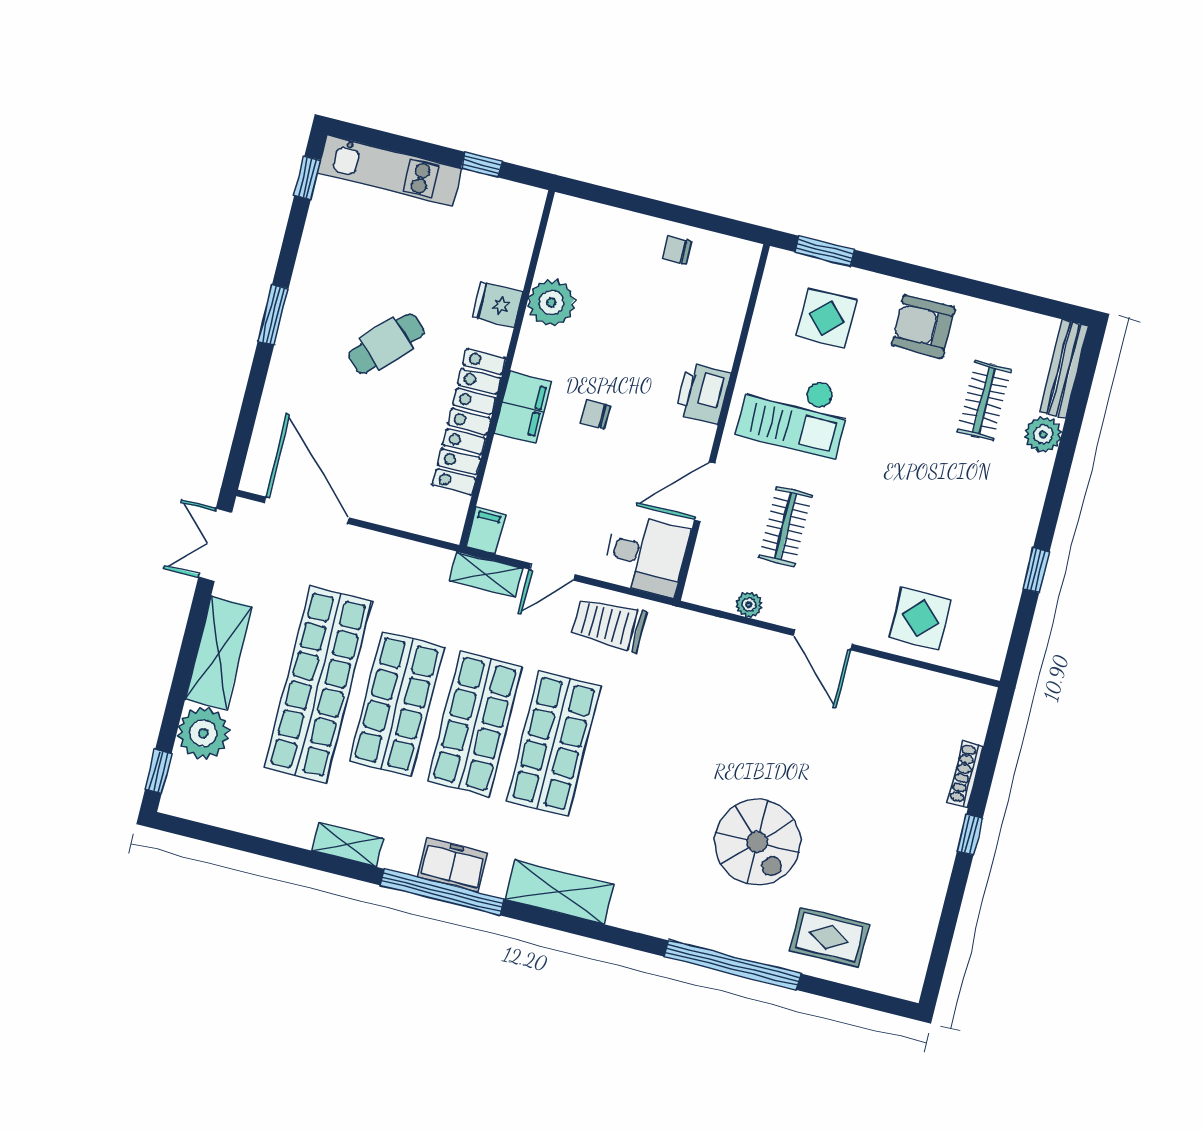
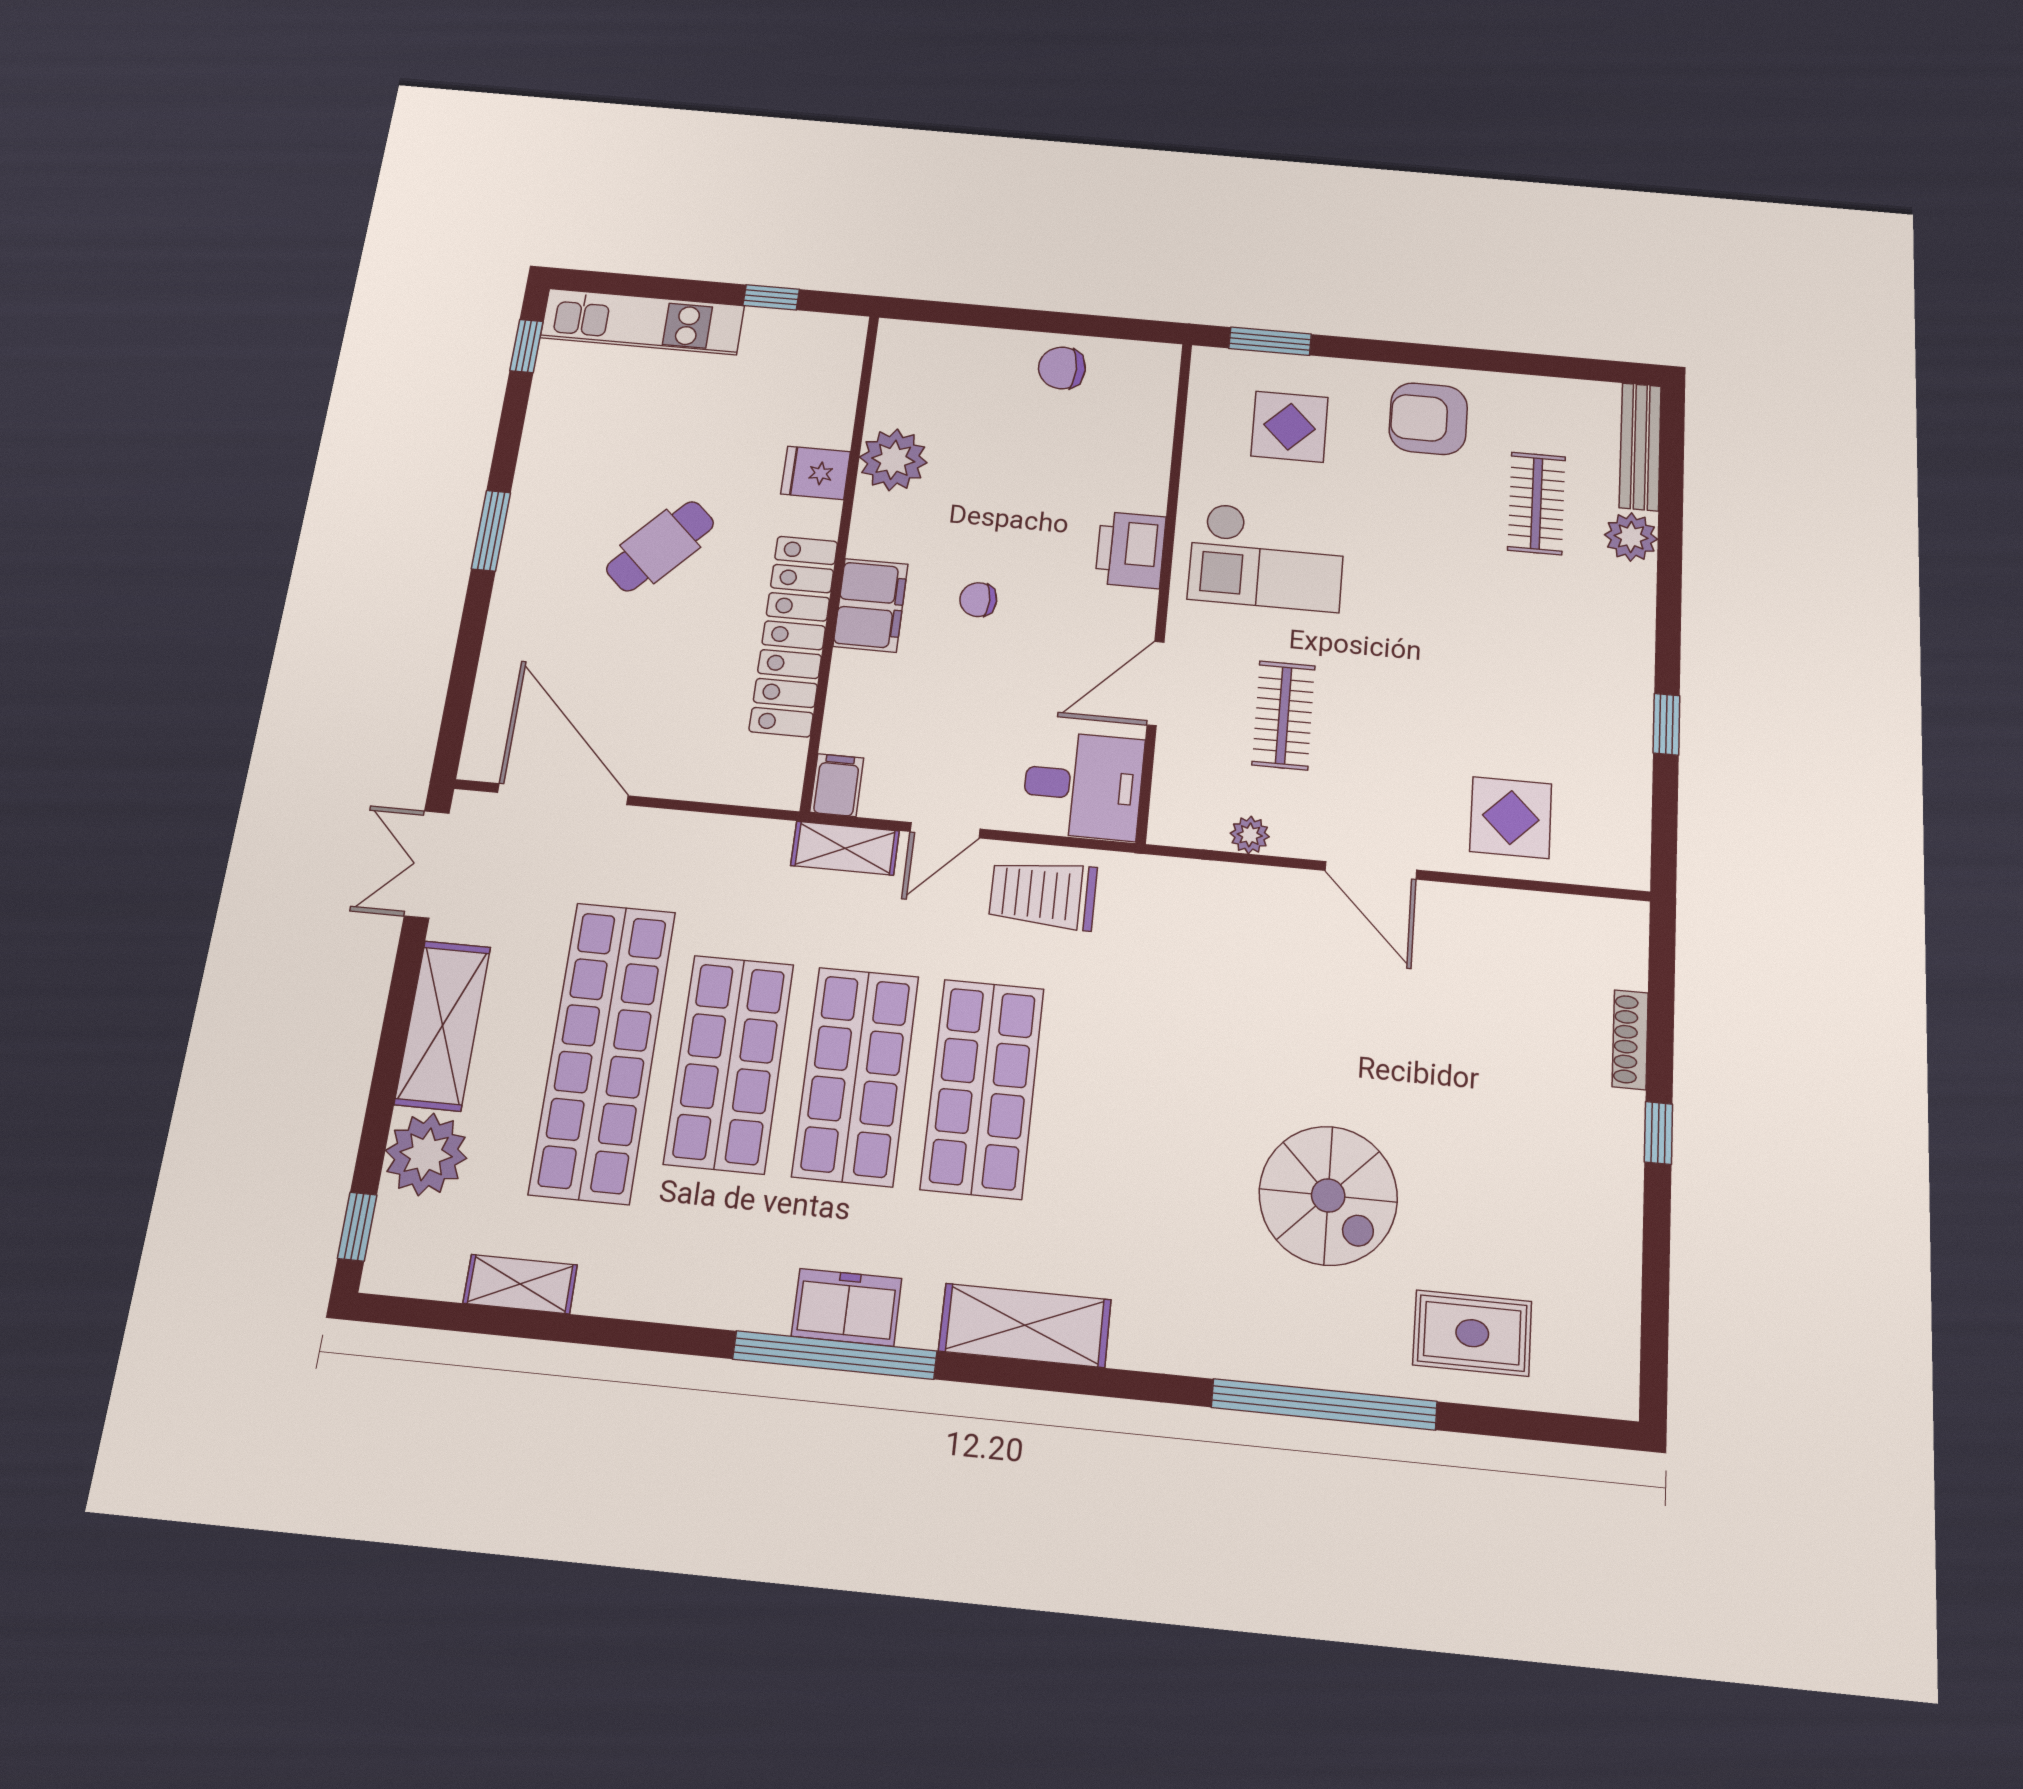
chair: (677, 250) -> (1062, 368), width x1.37, depth x1.37
shelving: (347, 844) -> (520, 1284), moved

